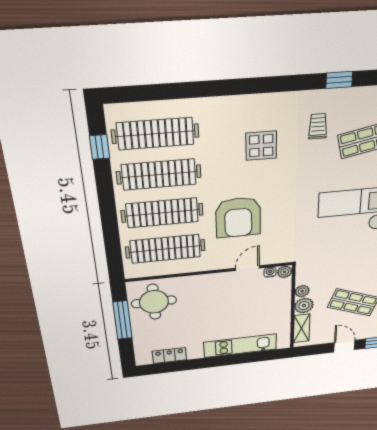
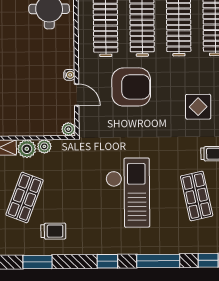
armchair: (238, 217) -> (131, 87), turned 180
water cooler: (270, 272) -> (69, 75), moved

